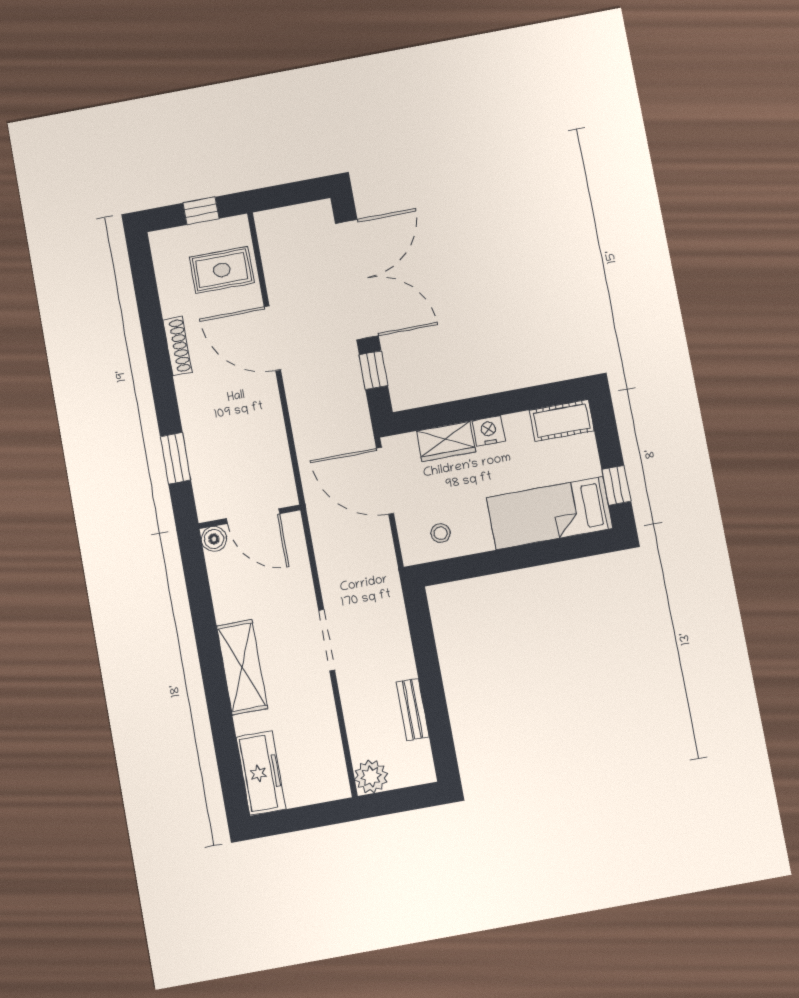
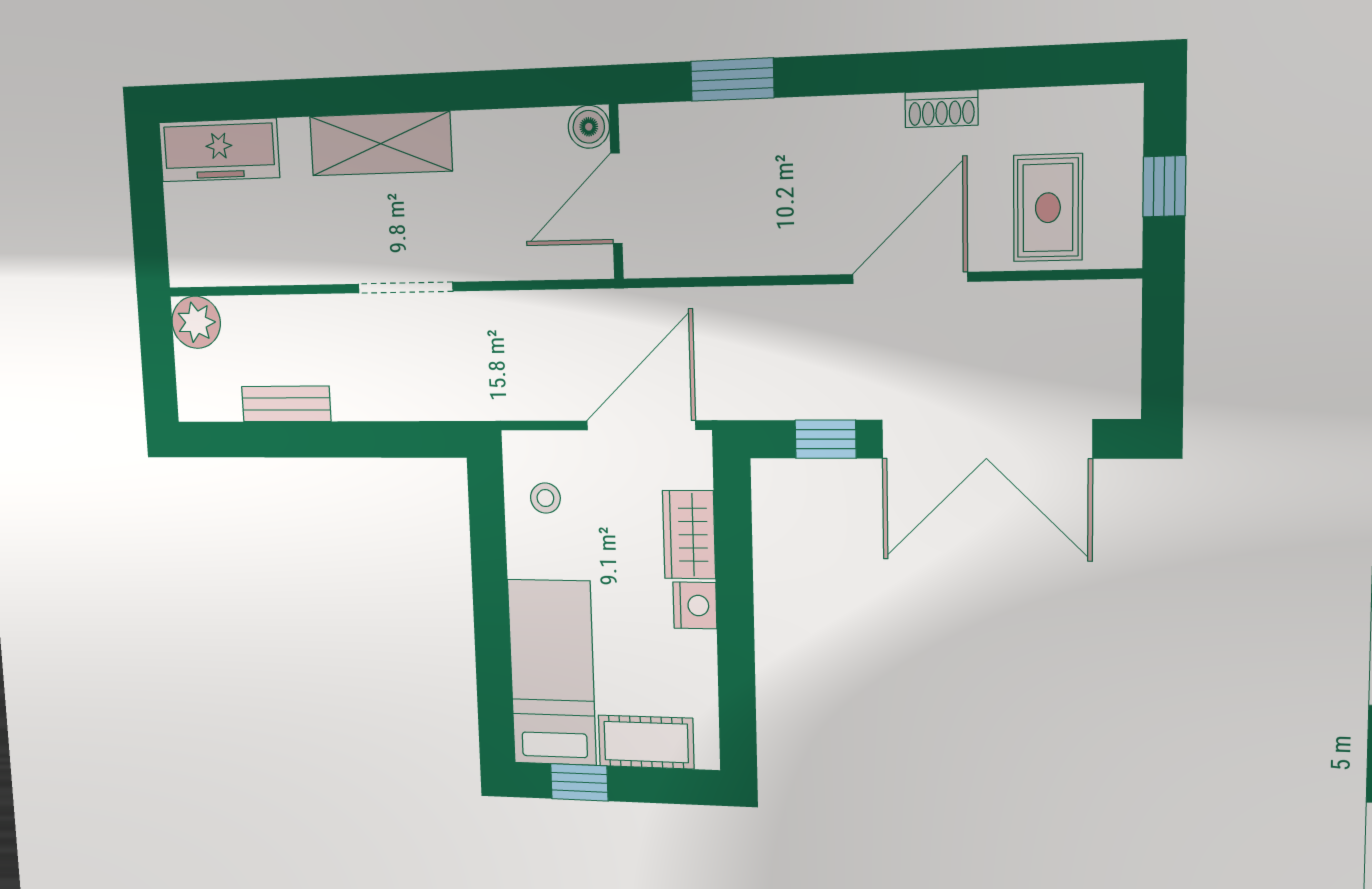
shoe rack: (177, 346) -> (942, 109), width x0.70
cot: (562, 421) -> (646, 742), moved, turned 90

